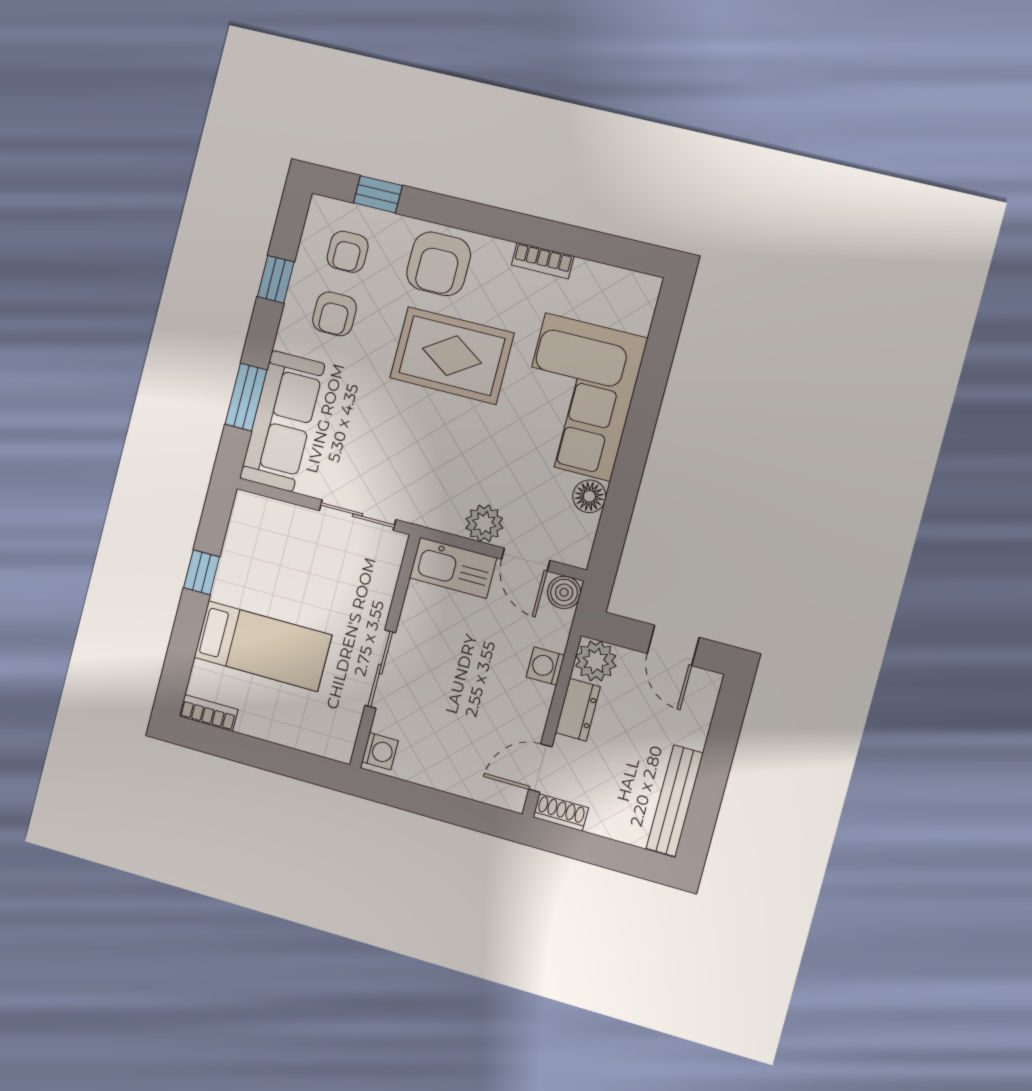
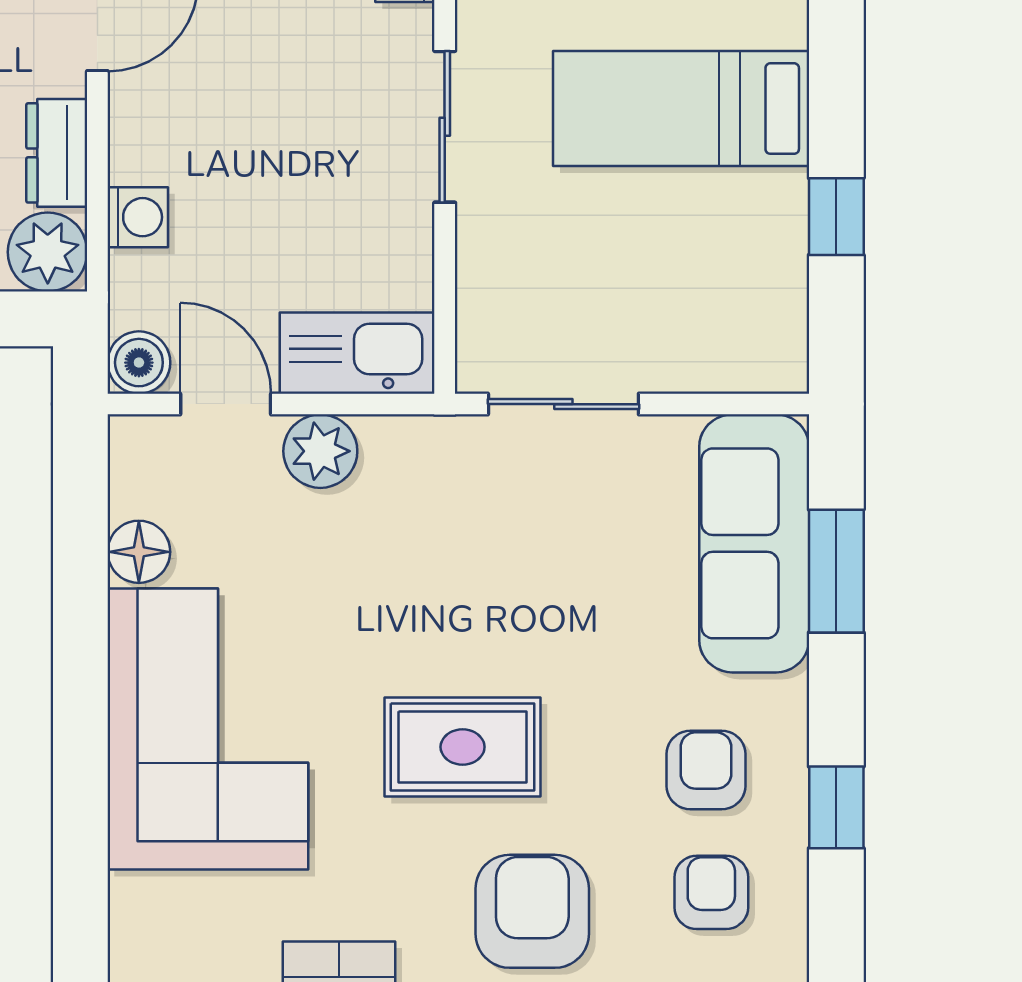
rug: (452, 356) -> (463, 747), width x0.73, depth x0.70

